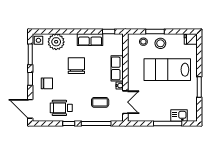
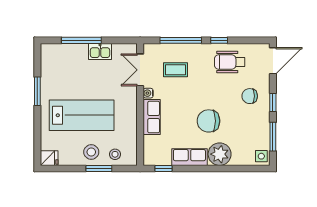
plant: (56, 42) -> (220, 154), moved
chair: (76, 66) -> (209, 121), turned 90
wheelchair: (61, 108) -> (230, 62), turned 180
door: (30, 109) -> (273, 61), hinge flipped
kitchen sink: (179, 115) -> (100, 51), moved

